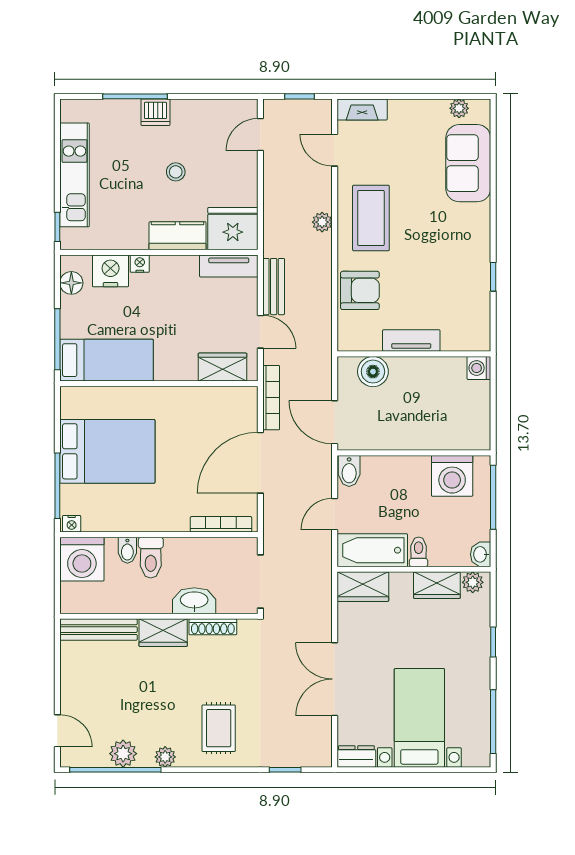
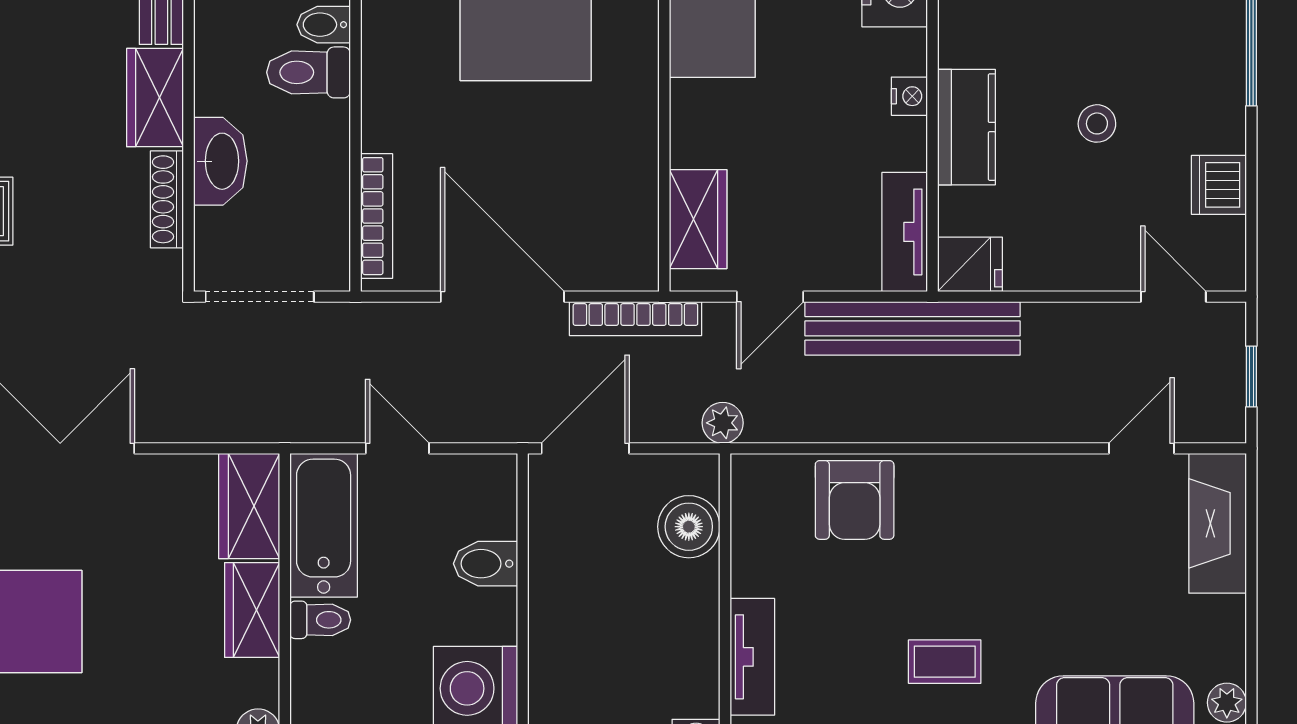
fireplace: (362, 109) -> (1218, 523), width x1.37, depth x1.32
dishwasher: (155, 112) -> (1219, 185), moved
coffee table: (371, 218) -> (945, 662), moved, width x0.54, depth x0.58
plant: (322, 222) -> (723, 423), moved
fridge: (233, 229) -> (970, 264), width x0.53, depth x0.75
nightstand: (140, 264) -> (909, 96), moved
bench: (274, 287) -> (912, 328), width x1.86, depth x1.21
tv unit: (411, 340) -> (752, 657), moved
bidet: (349, 471) -> (485, 564), moved
wardrobe: (437, 585) -> (252, 610), moved

